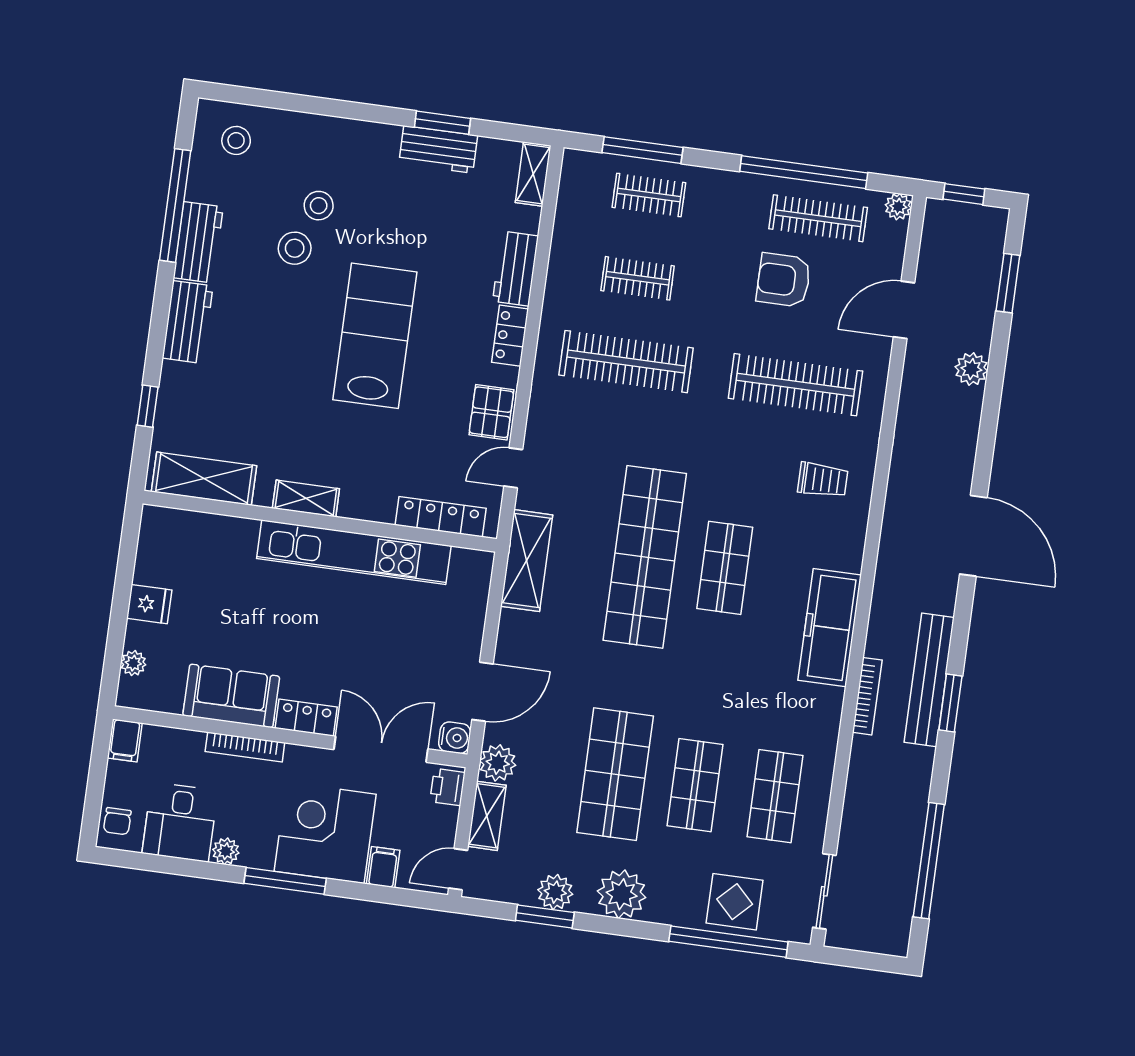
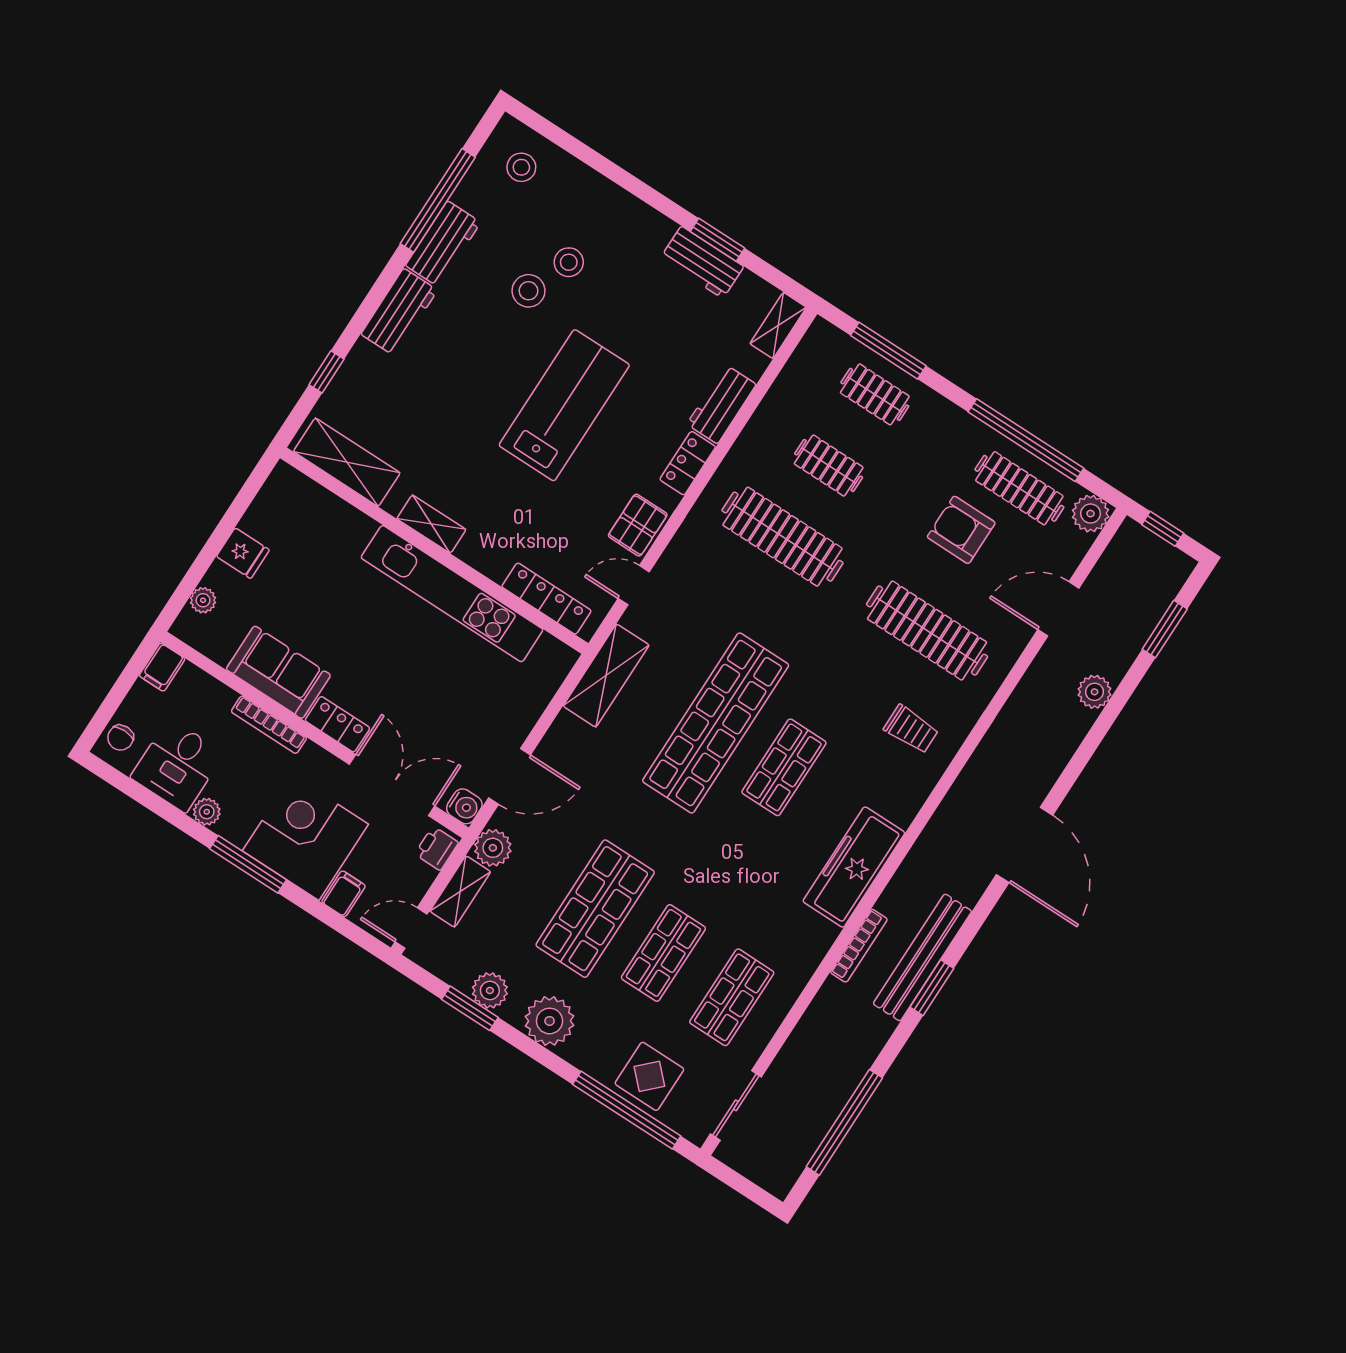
plant: (898, 207) -> (1091, 514), width x1.38, depth x1.38

